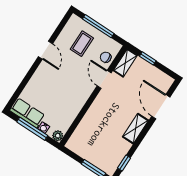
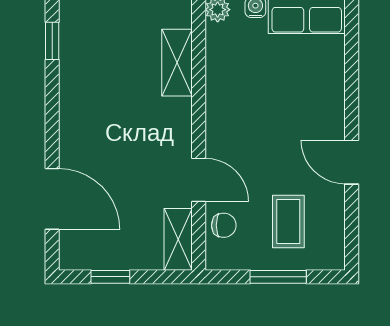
window: (98, 26) -> (278, 277), width x0.69
window: (148, 58) -> (110, 277), moved
shelving: (136, 129) -> (177, 63), moved

